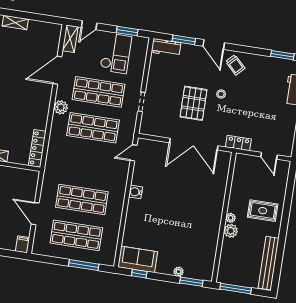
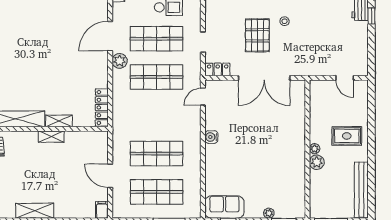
door: (57, 70) -> (110, 36), moved
locker: (238, 143) -> (218, 69), moved

